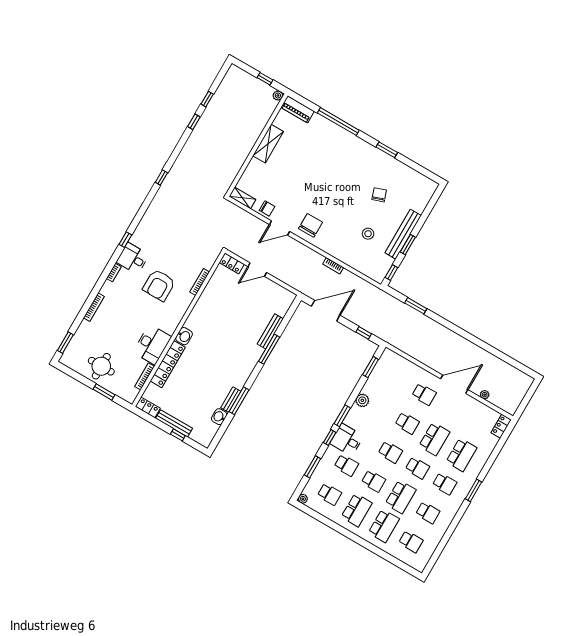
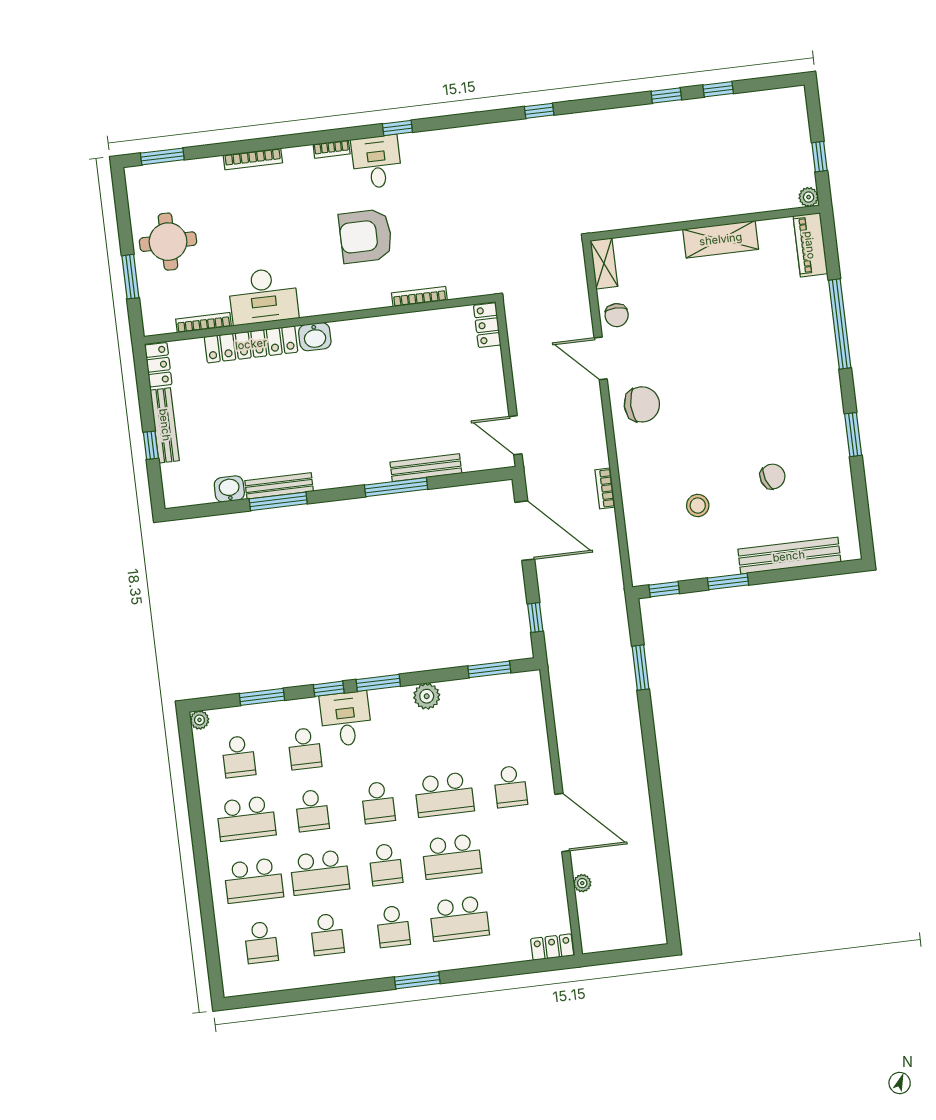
bench: (403, 234) -> (789, 556), moved
door: (257, 270) -> (516, 435), moved
bench: (231, 400) -> (279, 486), width x1.36
school desk: (407, 423) -> (444, 795), width x1.85

